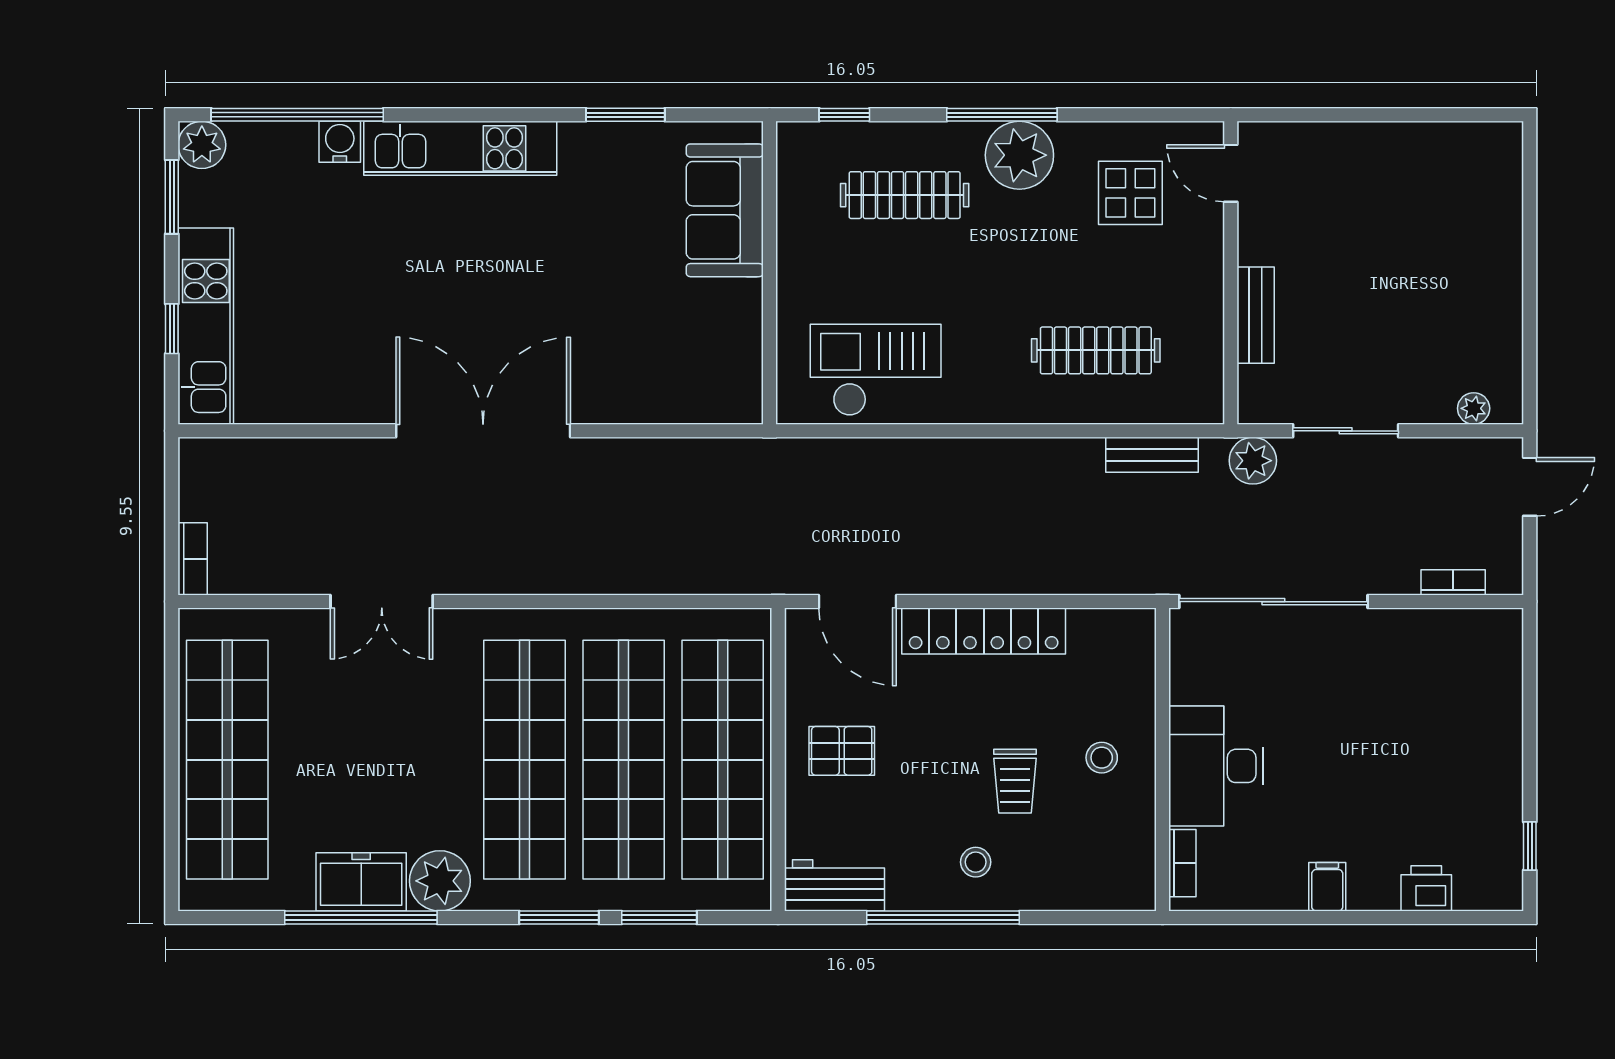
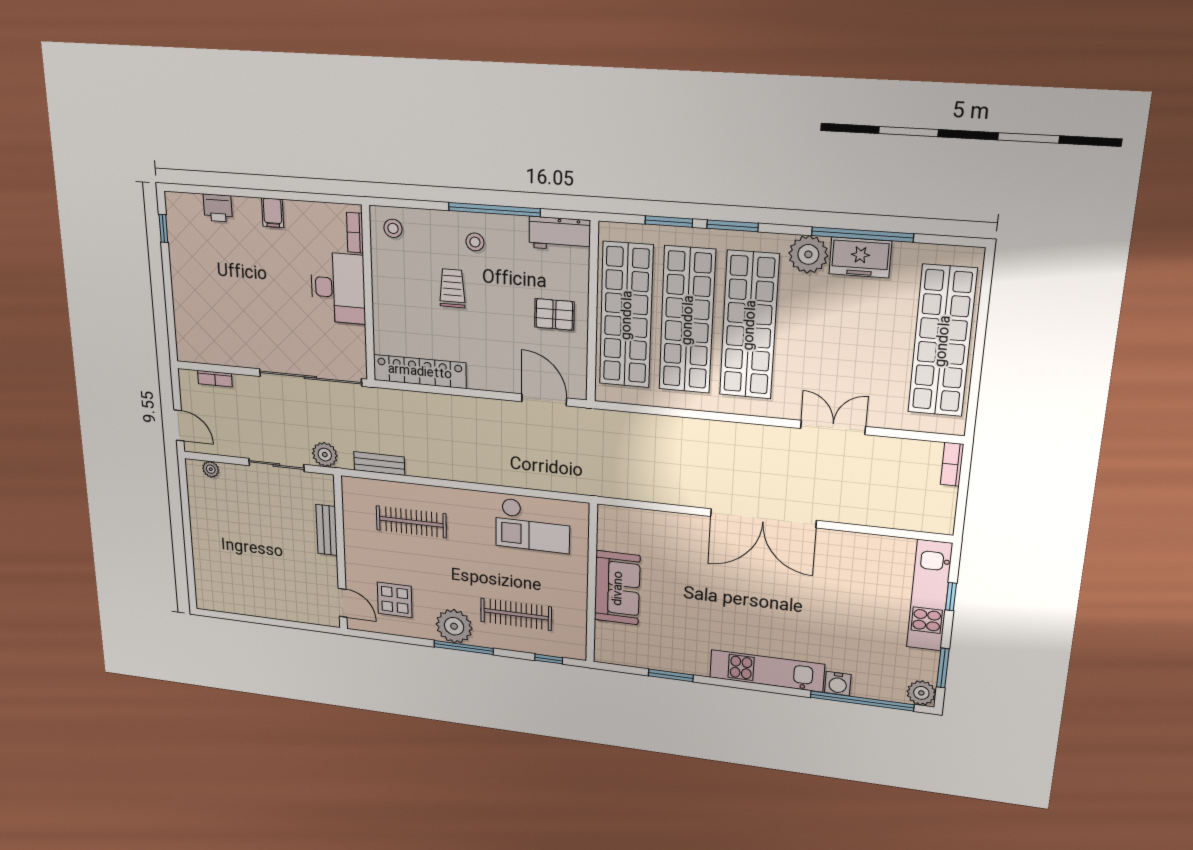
sofa: (725, 210) -> (617, 588), moved
door: (1530, 487) -> (179, 425), swing flipped
locker: (984, 631) -> (420, 371), moved
stool: (1102, 758) -> (393, 228), moved

